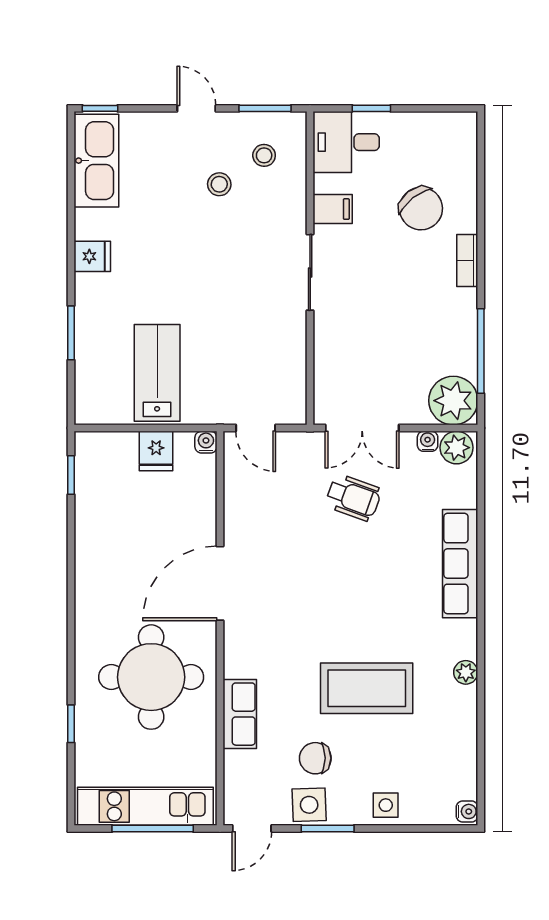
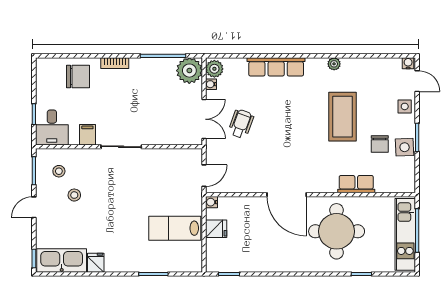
chair: (421, 209) -> (78, 76), moved, turned 38
fridge: (92, 256) -> (96, 263), moved
door: (252, 828) -> (417, 81), moved

